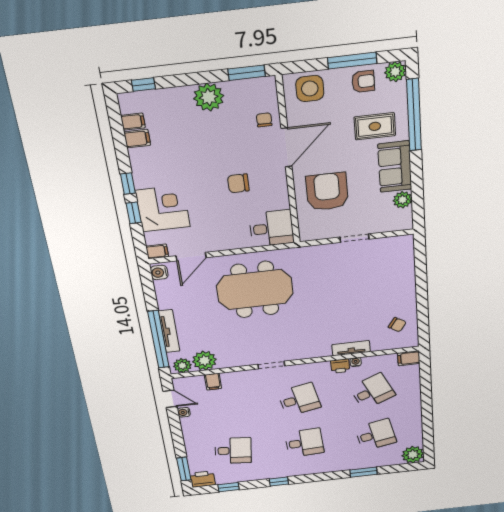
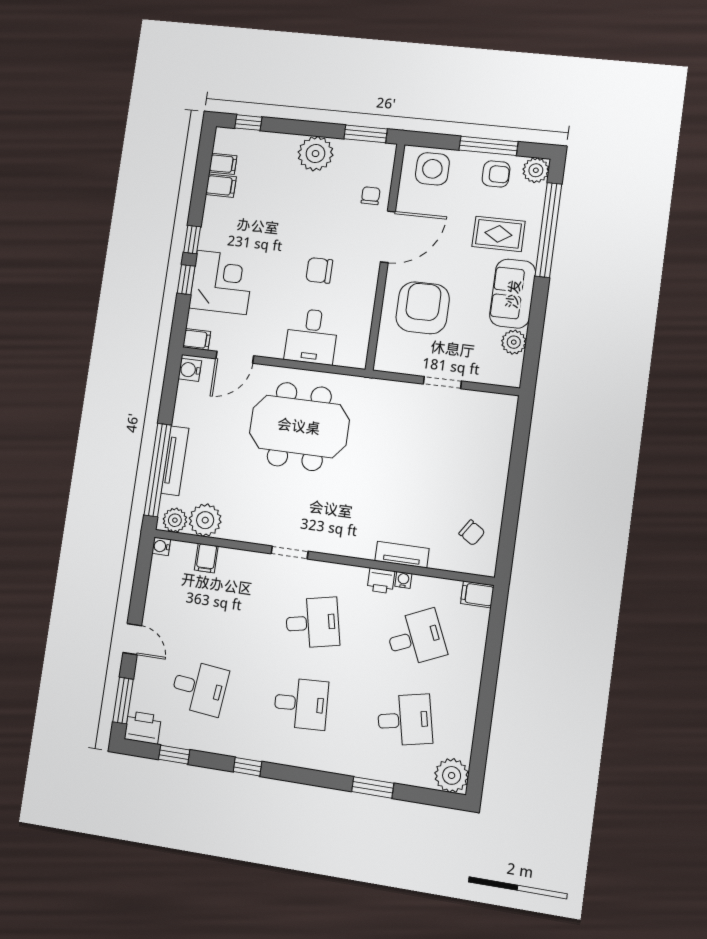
desk: (272, 228) -> (312, 336), moved, turned 90
door: (170, 399) -> (132, 639), moved
water cooler: (184, 412) -> (161, 546), moved

